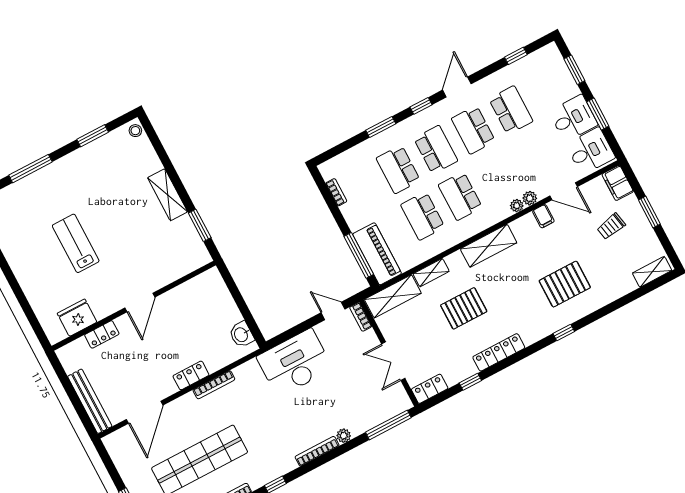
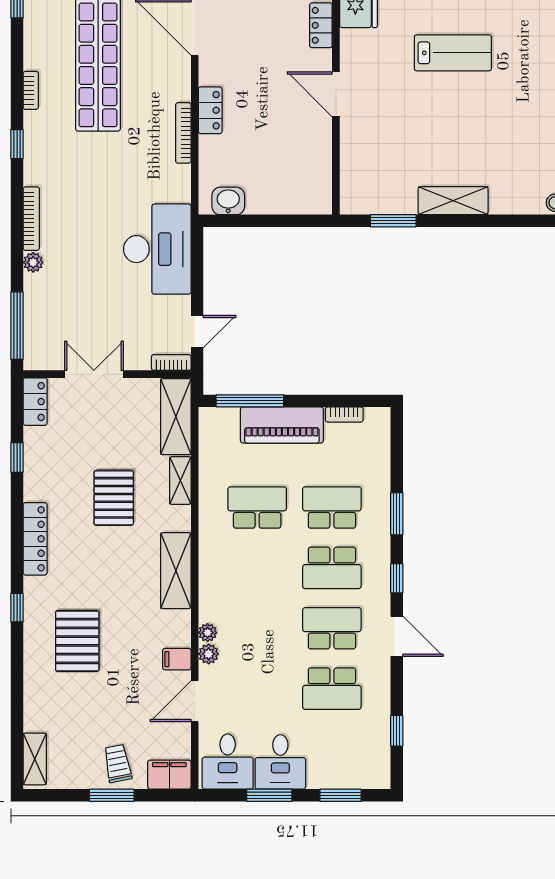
school desk: (460, 196) -> (257, 568), removed
trolley: (611, 226) -> (118, 763), moved
piano: (377, 254) -> (282, 425), moved
locker: (499, 352) -> (35, 539), moved

